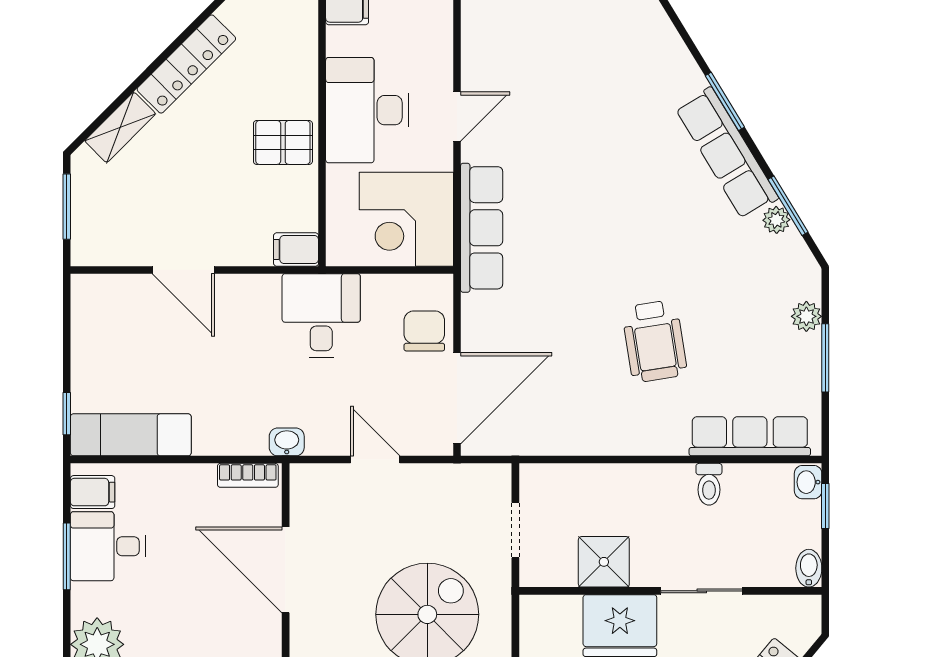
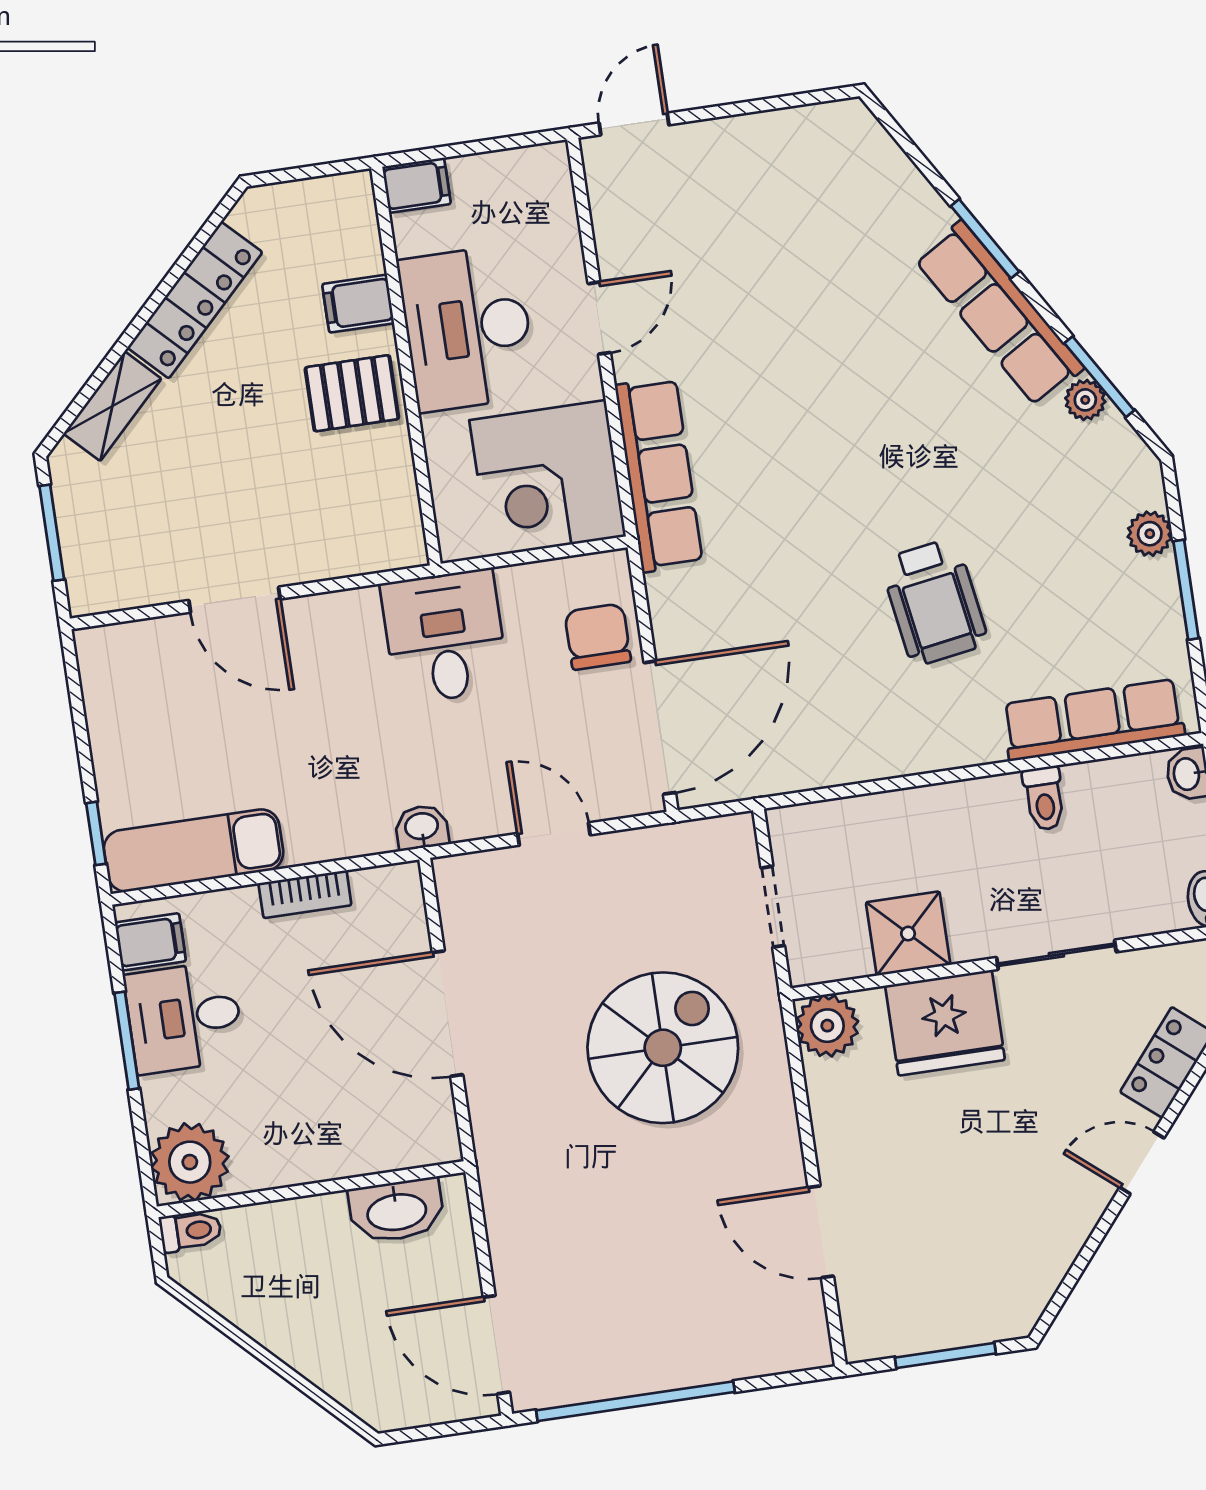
filing cabinet: (296, 249) -> (358, 304), moved
bookcase: (248, 475) -> (305, 894), moved
plant: (540, 616) -> (827, 1026), added

